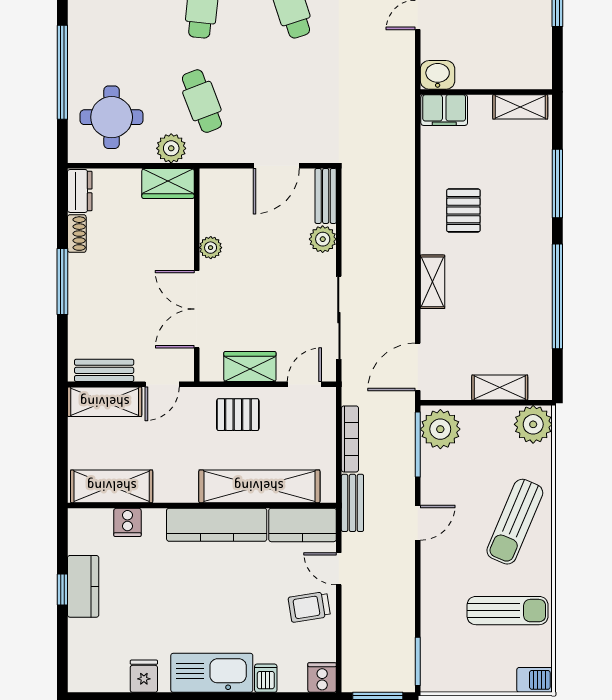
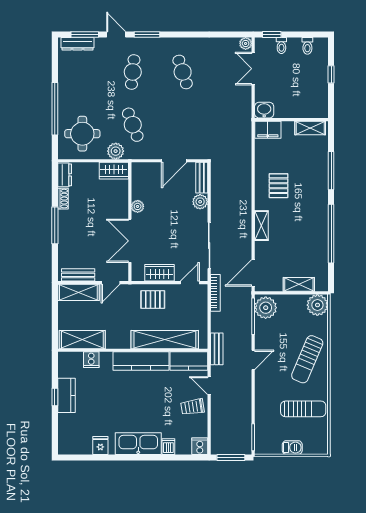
bookcase: (350, 439) -> (215, 293), moved
barbecue: (535, 680) -> (292, 448), moved

